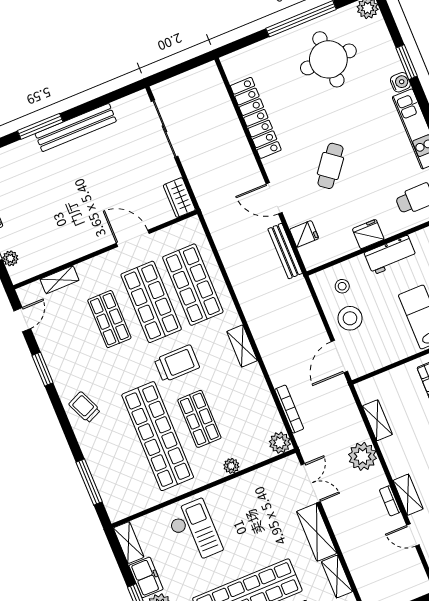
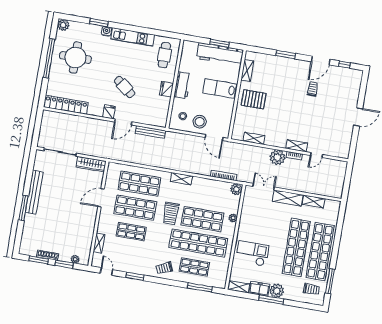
locker: (256, 118) -> (66, 105), moved
wardrobe: (179, 198) -> (91, 164), width x1.50
fridge: (304, 234) -> (109, 112), moved
trolley: (177, 363) -> (171, 213), turned 180
shop shelf: (199, 419) -> (202, 219), width x1.43, depth x1.36
shop shelf: (116, 453) -> (194, 267), added
plant: (363, 456) -> (277, 157), moved

